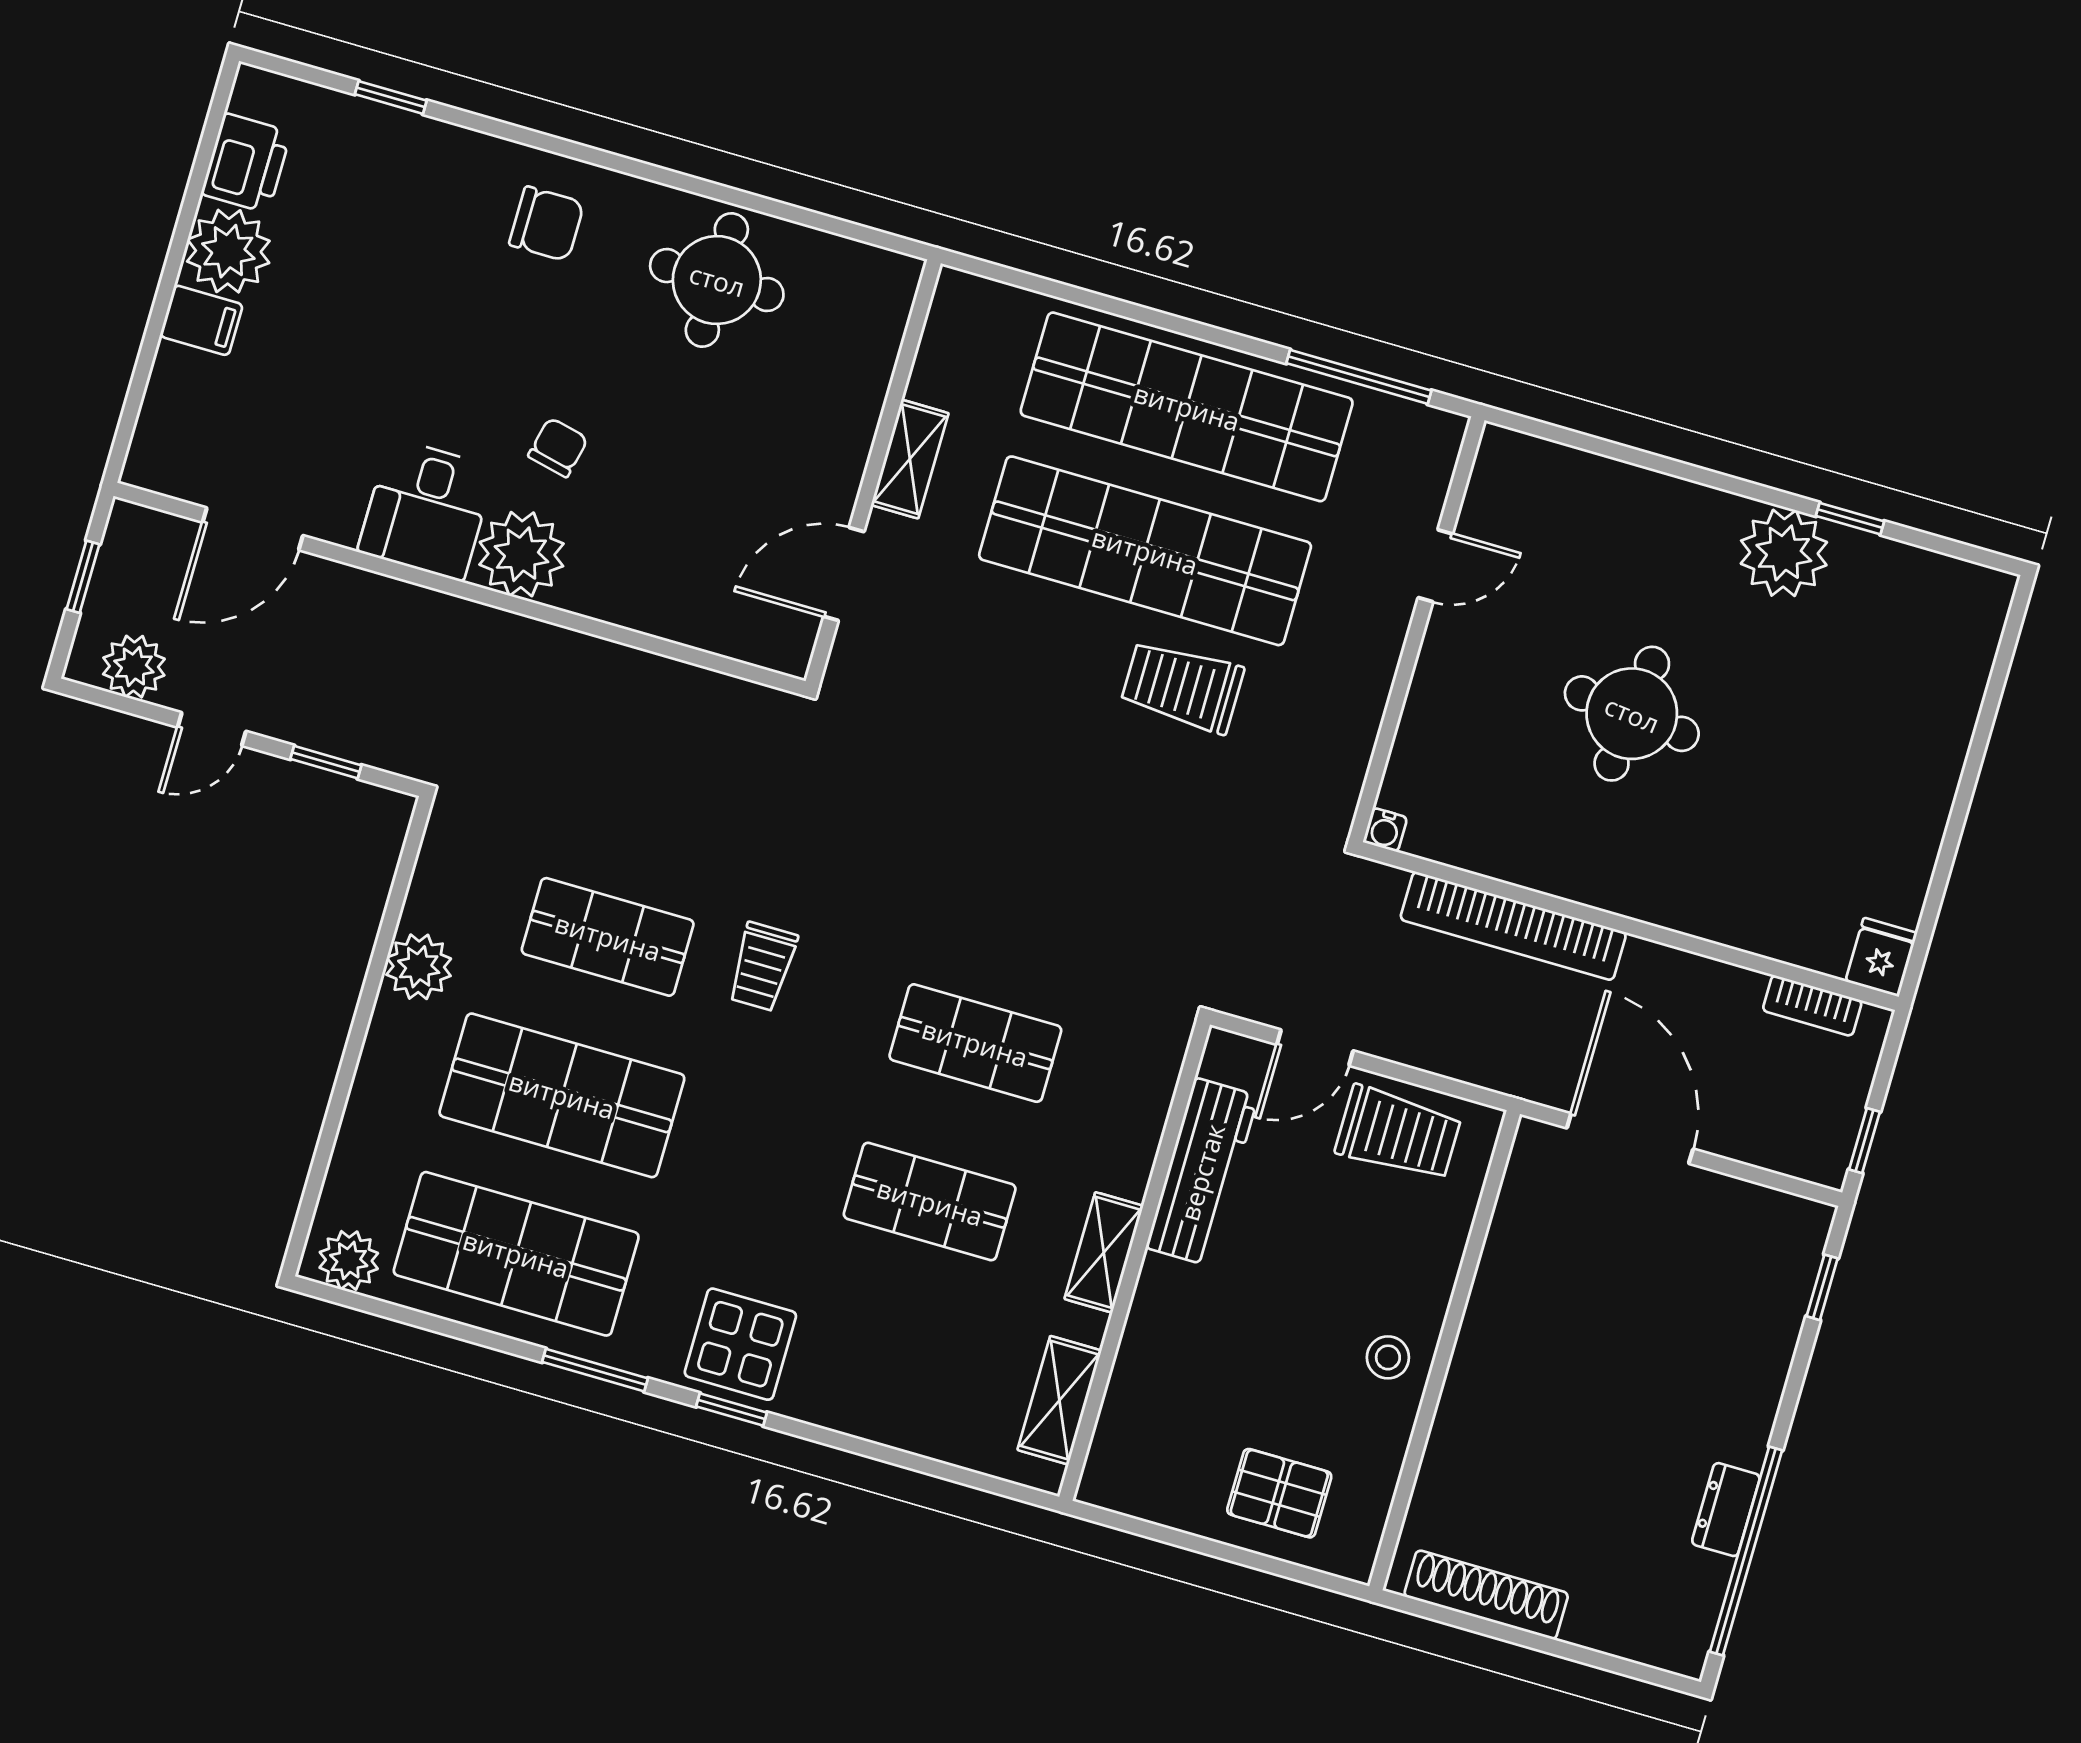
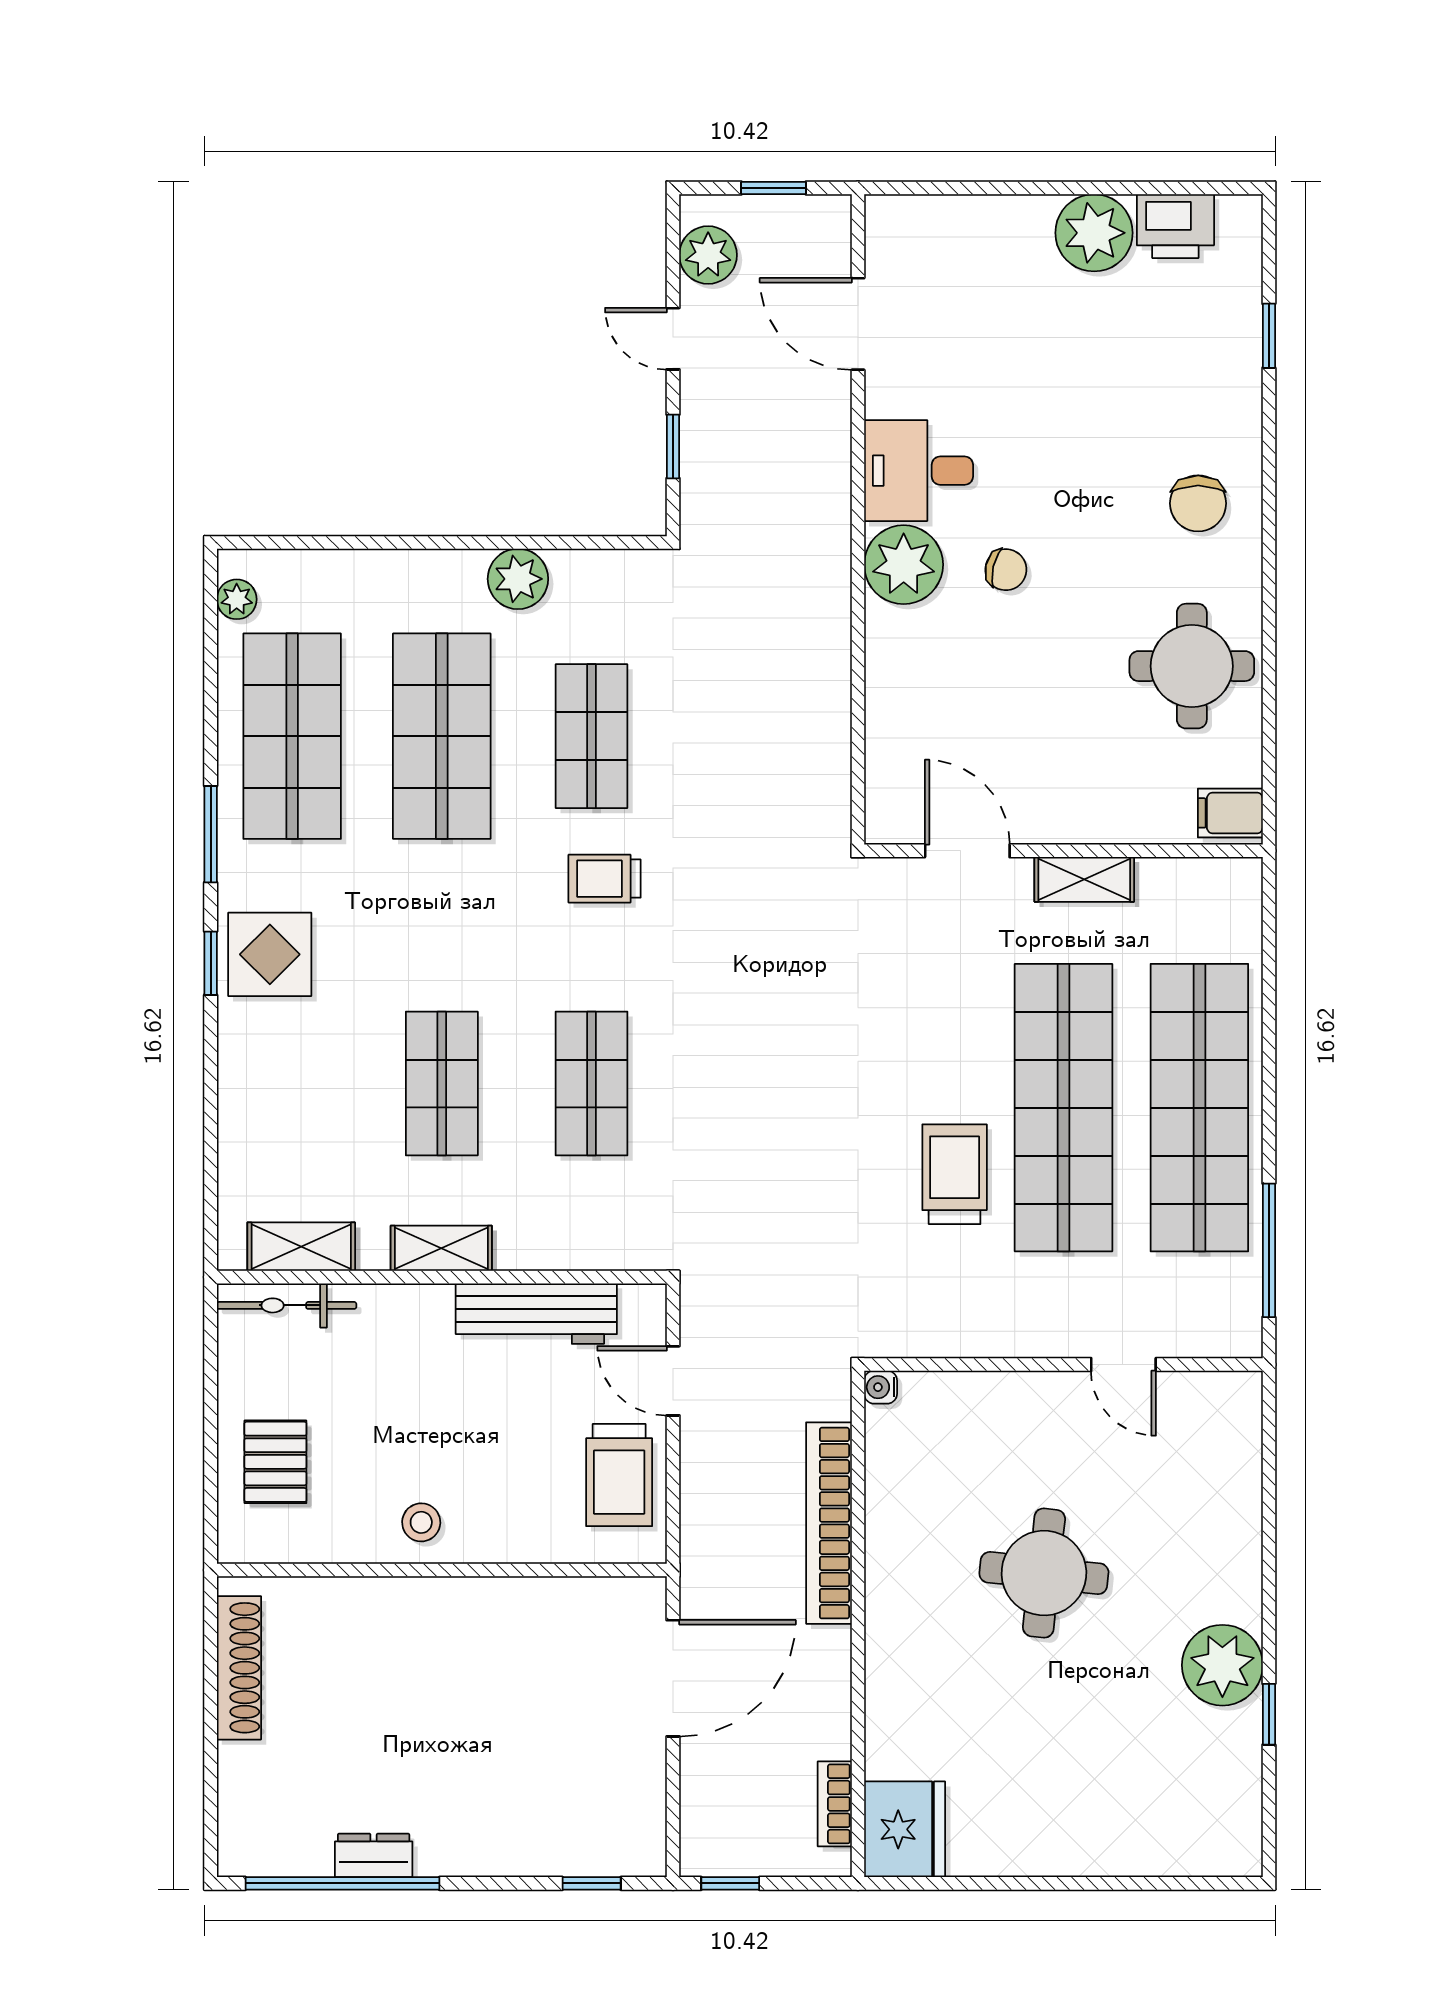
filing cabinet: (201, 320) -> (1230, 813), moved, turned 90
fridge: (1881, 957) -> (905, 1829), width x1.88, depth x1.34
plant: (349, 1260) -> (237, 599), width x0.73, depth x0.73
bicycle: (1117, 1434) -> (287, 1305), added

